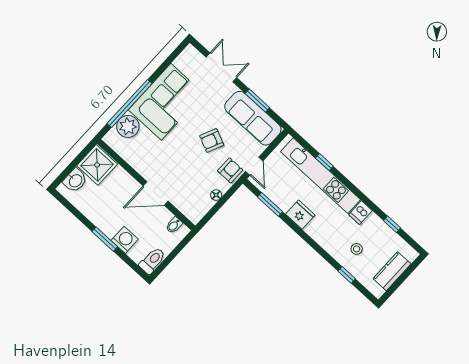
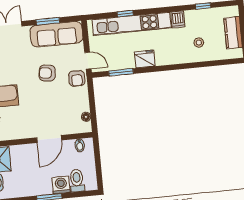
armchair: (212, 140) -> (47, 73), turned 74
armchair: (230, 170) -> (77, 78), turned 180
floor lamp: (216, 195) -> (86, 117), moved
toilet: (152, 261) -> (77, 181), moved
window: (347, 275) -> (210, 64), removed

